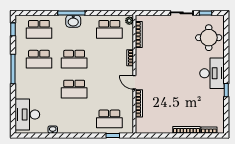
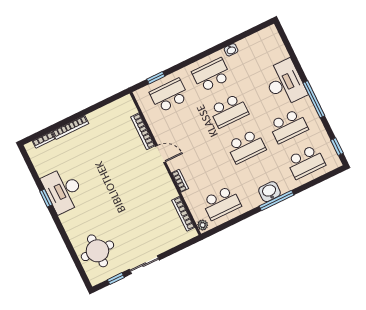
school desk: (39, 29) -> (306, 162), turned 180
school desk: (109, 29) -> (221, 203), turned 180
school desk: (39, 59) -> (288, 126), turned 180
school desk: (74, 59) -> (246, 147), turned 180
desk: (212, 73) -> (63, 190), moved
school desk: (74, 89) -> (229, 111), turned 180
desk: (27, 115) -> (285, 83), moved
school desk: (74, 119) -> (211, 75), added

